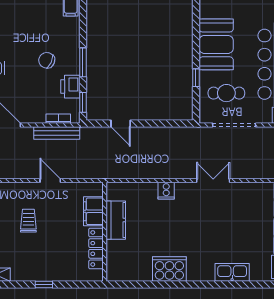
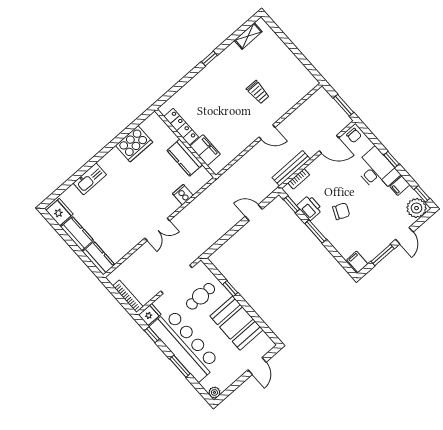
filing cabinet: (93, 211) -> (205, 150), moved
kitchen counter: (116, 220) -> (185, 158), moved
wall: (105, 232) -> (185, 143), moved
locker: (96, 248) -> (181, 127), moved

